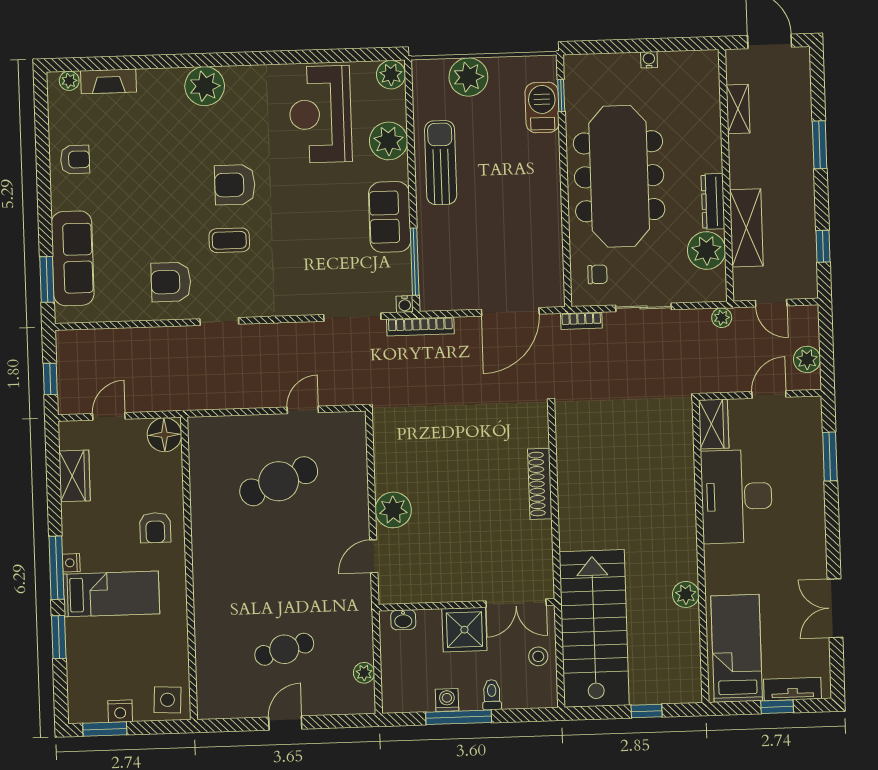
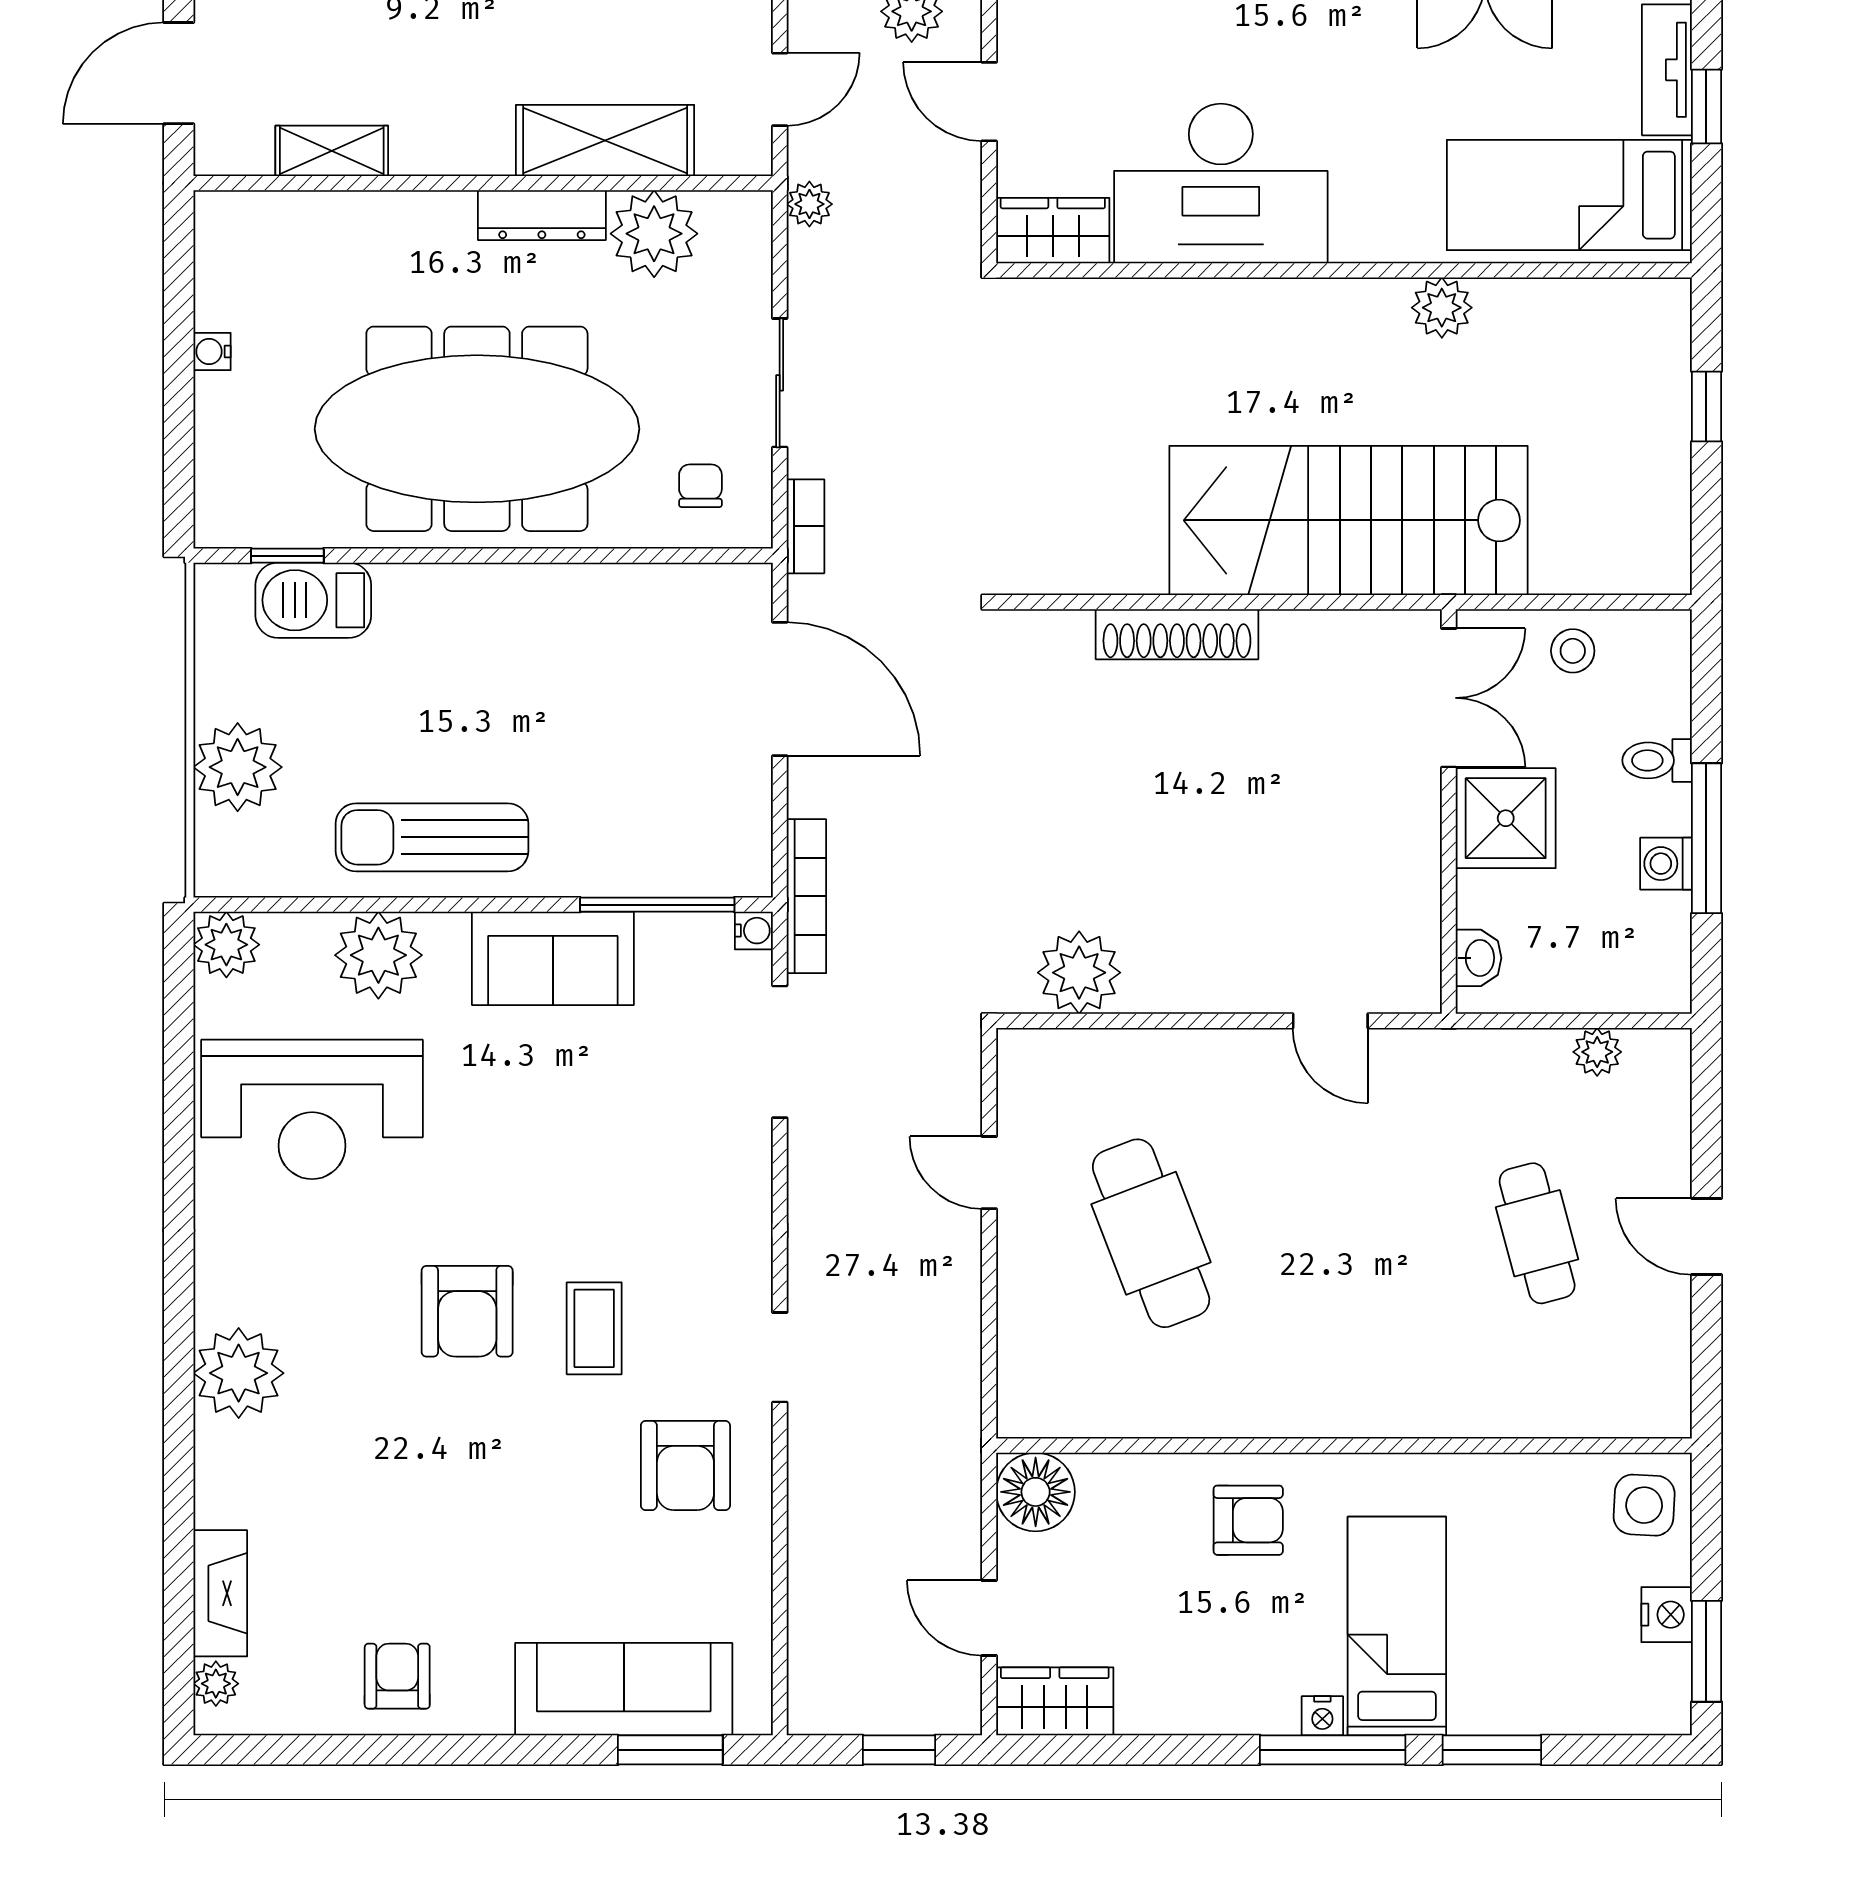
wardrobe: (75, 476) -> (1055, 1701), moved
plant: (393, 510) -> (1079, 973), moved
stairs: (594, 628) -> (1349, 520), moved

